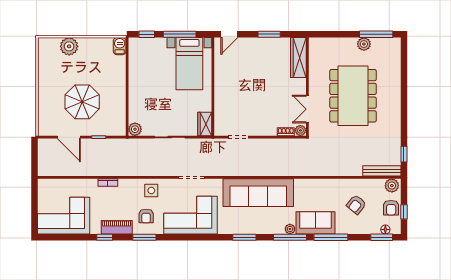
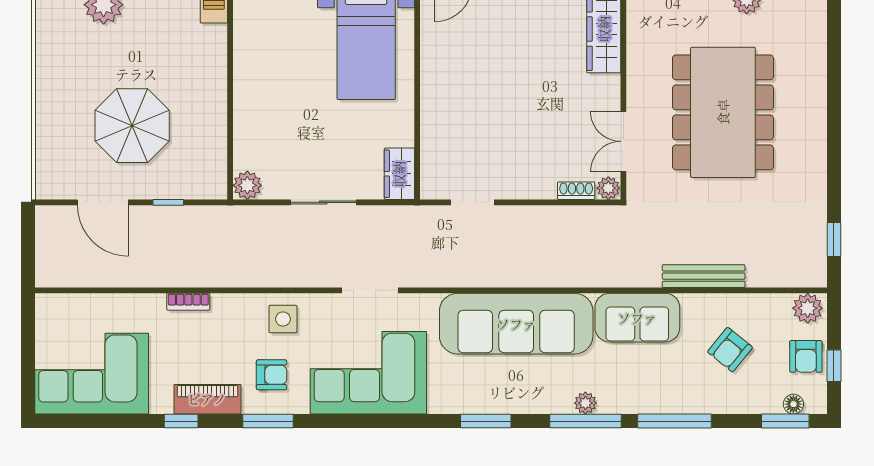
bench: (382, 171) -> (704, 276), moved
armchair: (146, 216) -> (272, 375), turned -90
sofa: (316, 223) -> (637, 318), moved, turned 180

